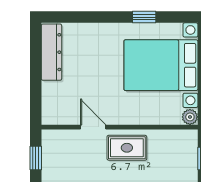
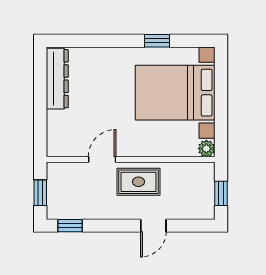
door: (93, 127) -> (102, 159), hinge flipped

